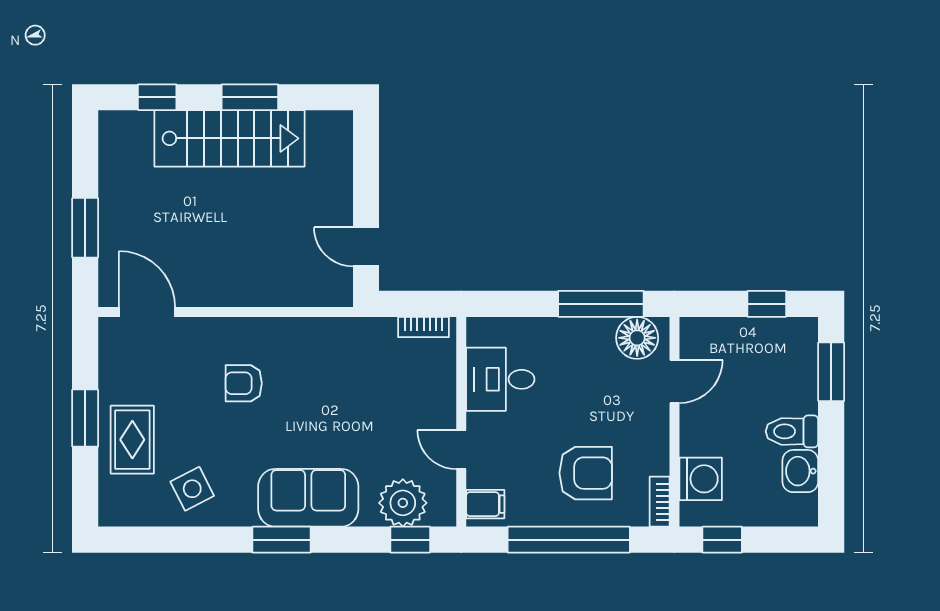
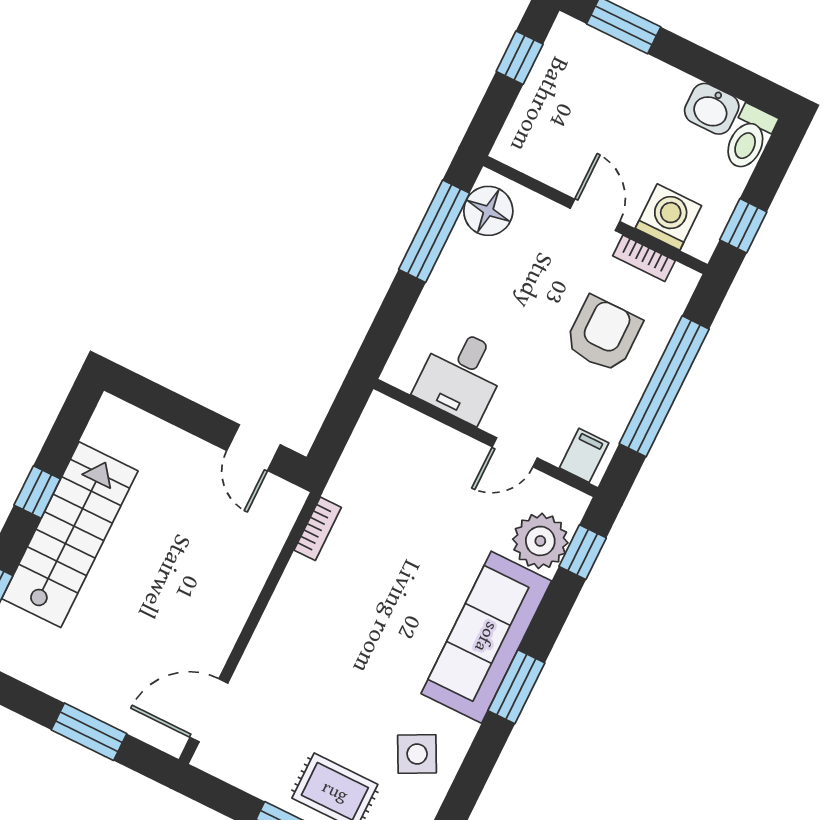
window: (250, 97) -> (37, 492), width x0.67
door: (366, 247) -> (254, 448), hinge flipped
bookcase: (424, 327) -> (318, 529), moved
door: (674, 381) -> (595, 215), moved
armchair: (244, 383) -> (333, 646), removed
toilet: (792, 431) -> (749, 138), moved
sofa: (308, 498) -> (486, 637), width x1.36
bookcase: (660, 502) -> (644, 258), moved

